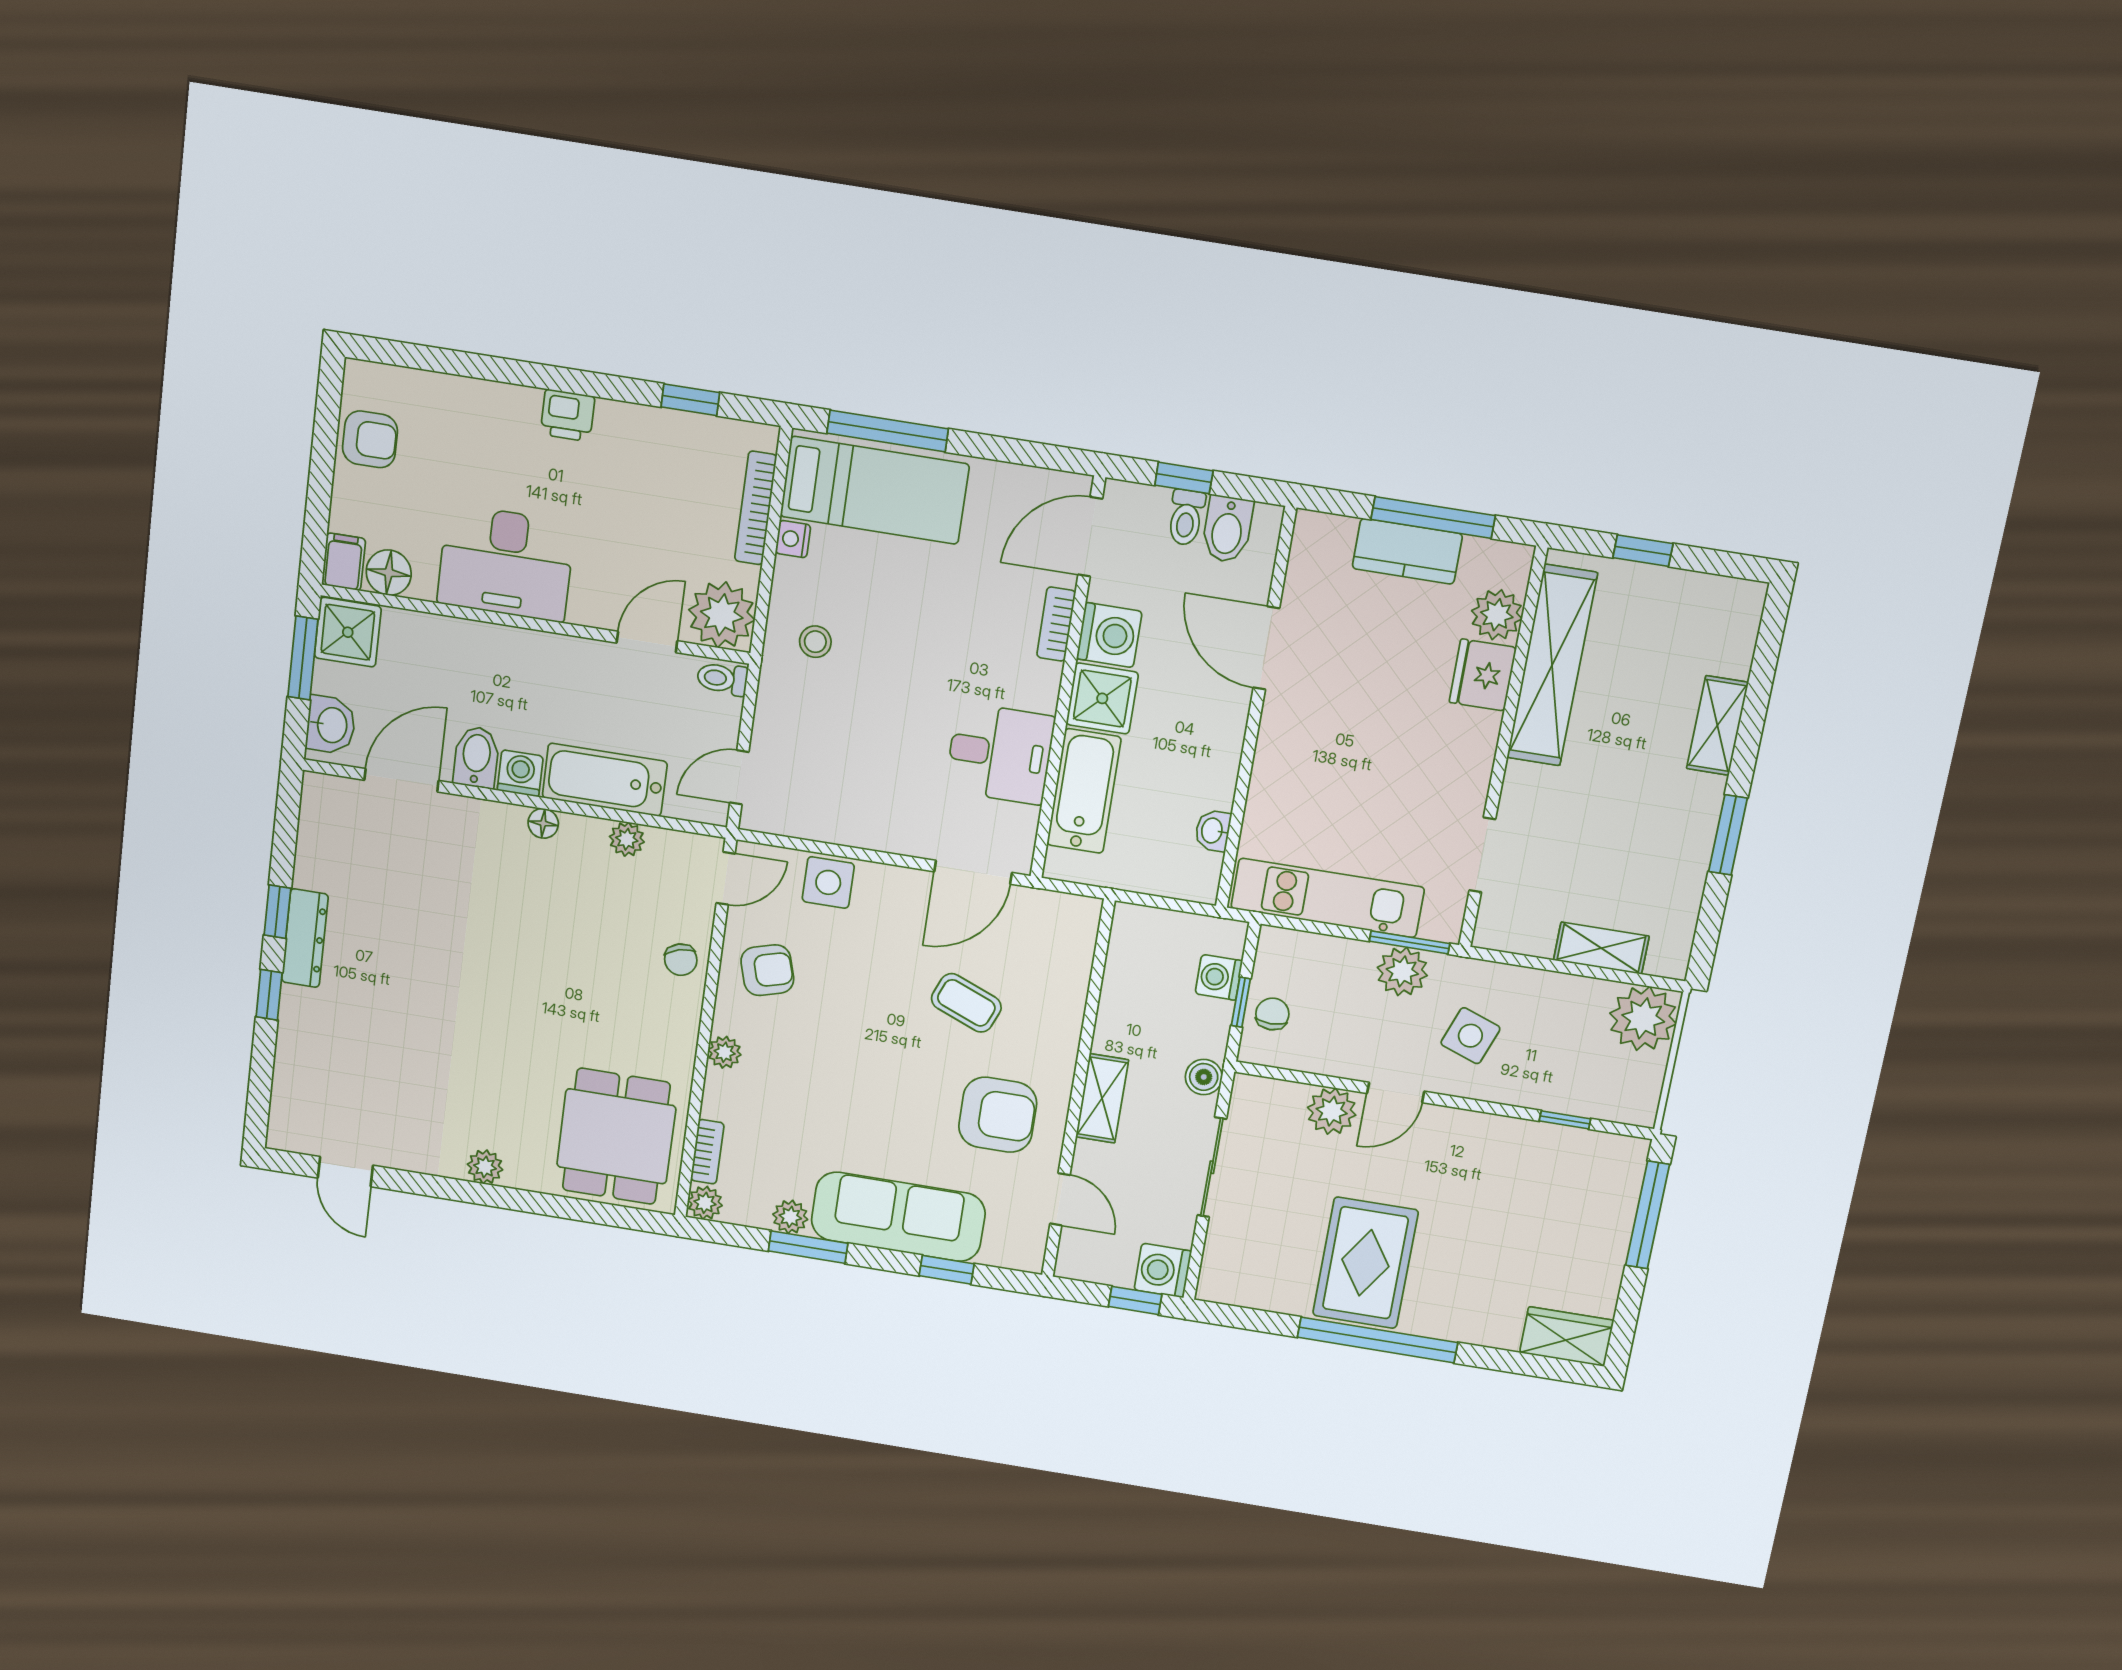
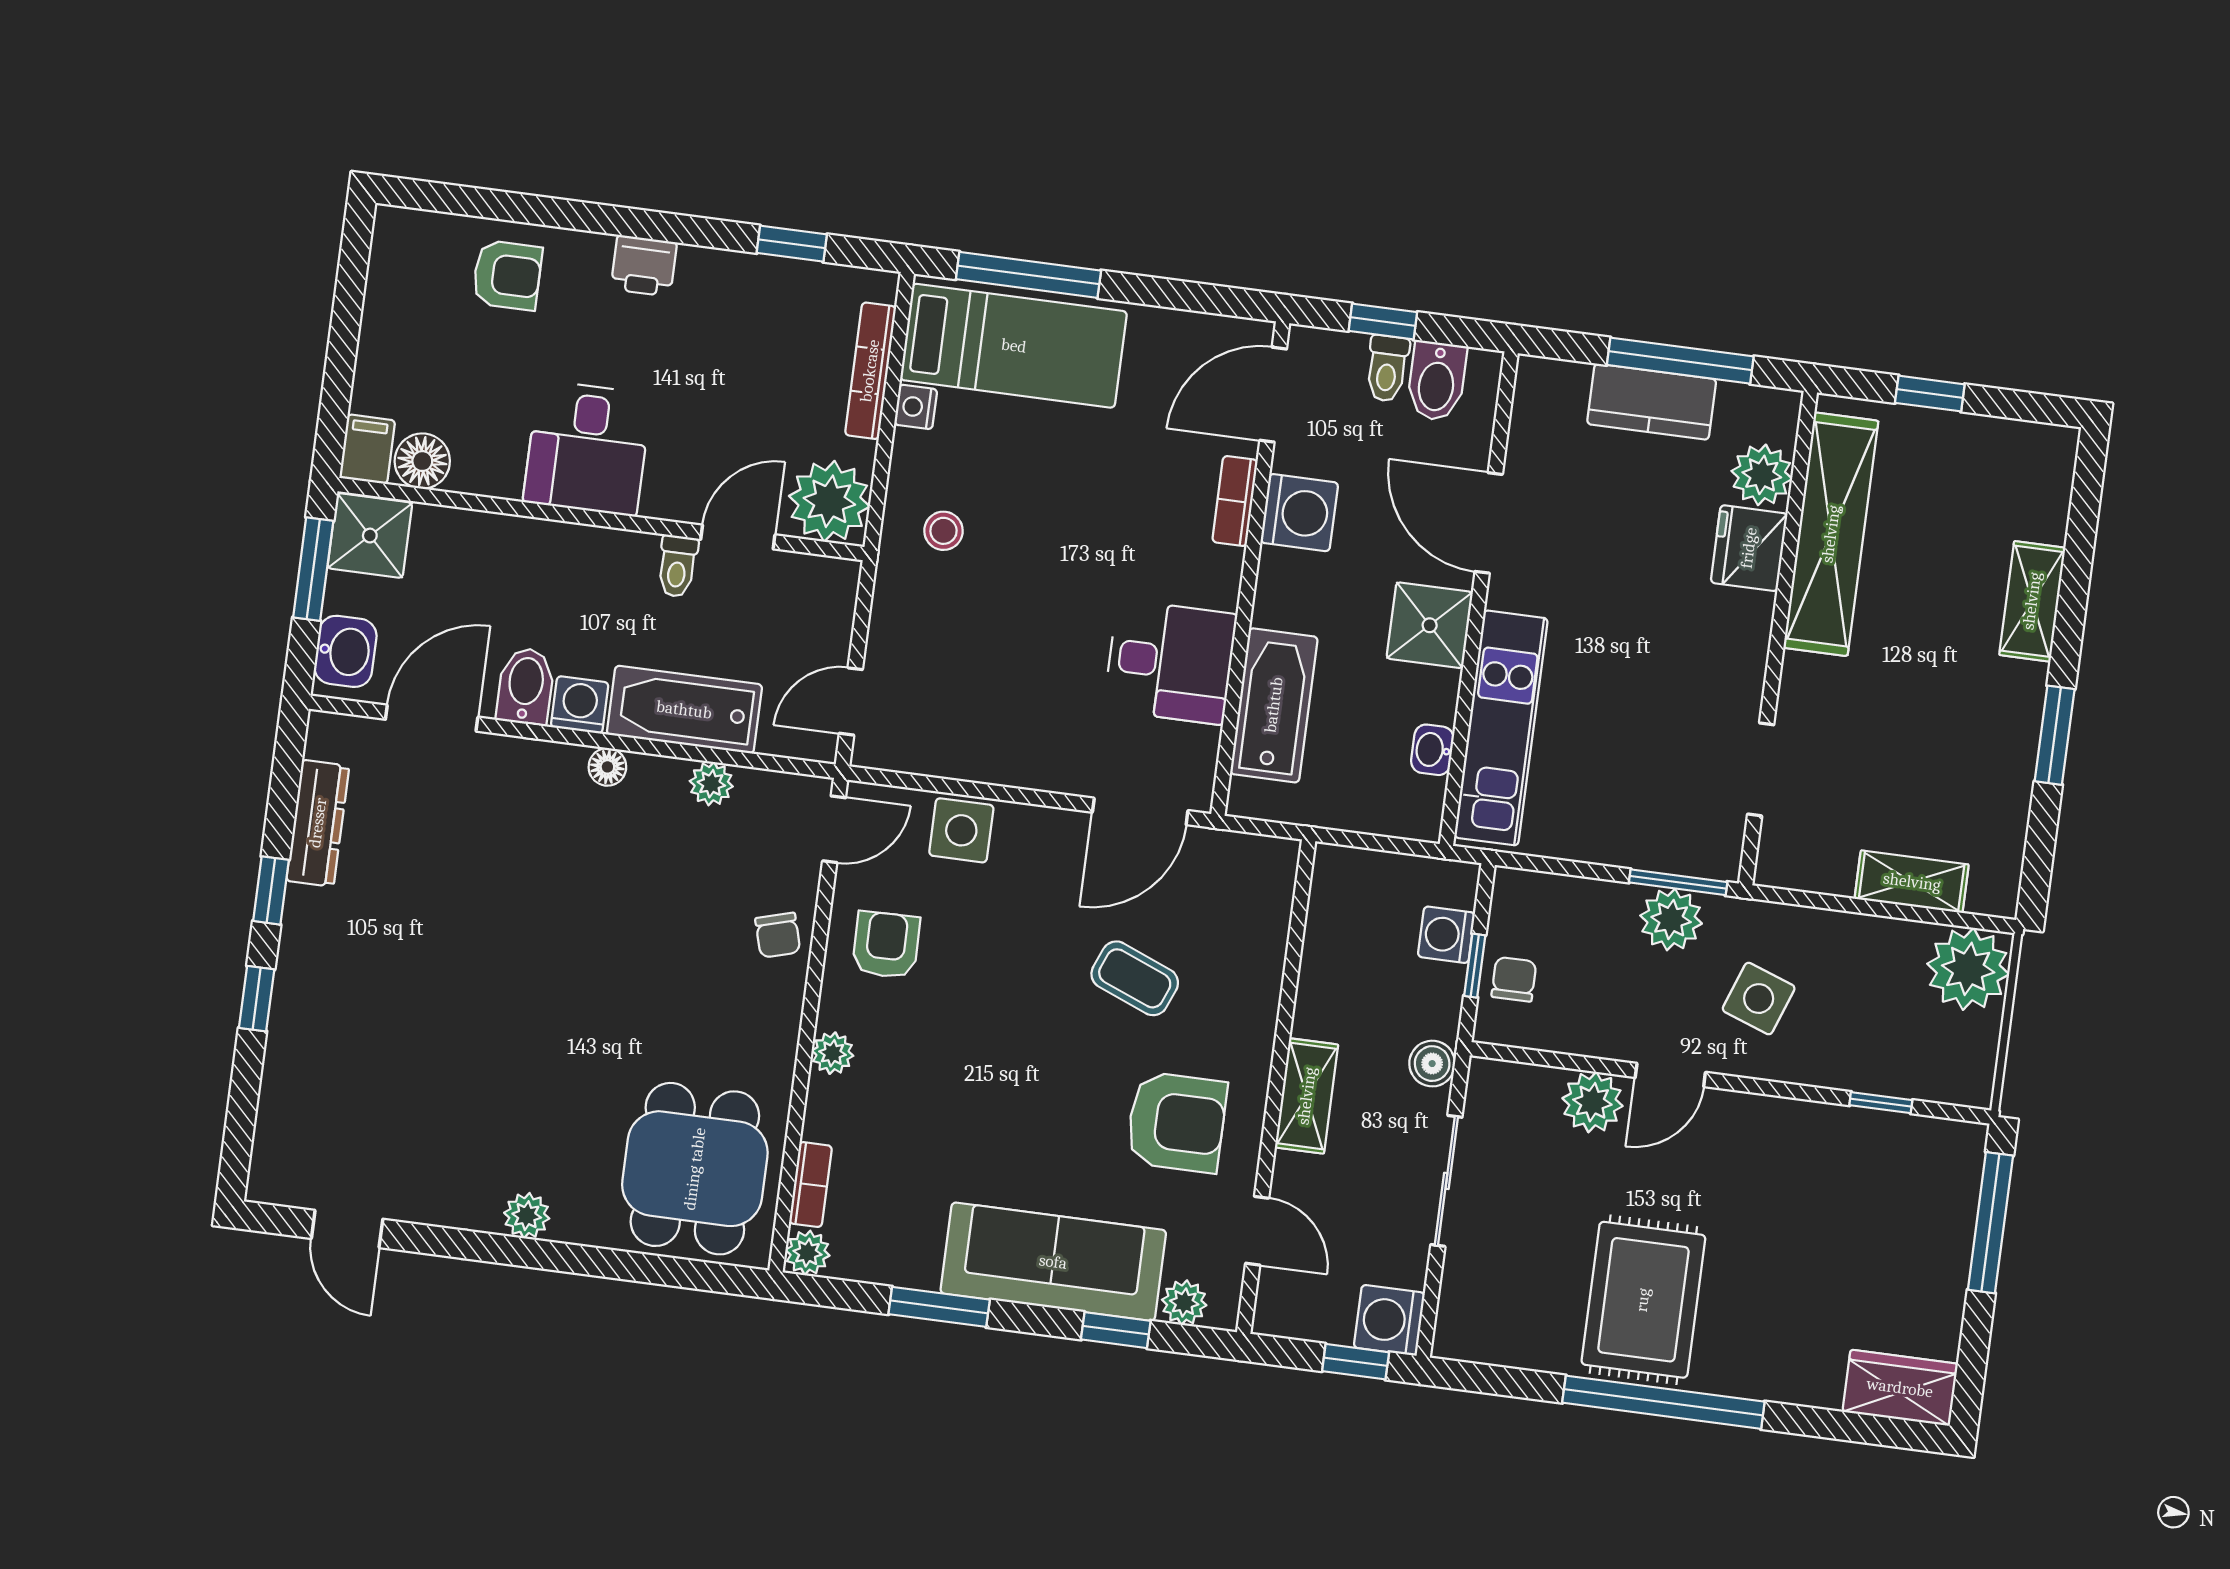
armchair: (370, 439) -> (507, 275), moved
desk: (506, 563) -> (587, 448), width x0.73
toilet: (722, 679) -> (677, 566), moved, turned -90
shower: (1102, 698) -> (1430, 625), moved
kitchen unit: (1328, 898) -> (1501, 728), moved, turned 90
dresser: (305, 938) -> (318, 823), moved
armchair: (767, 970) -> (886, 945), turned -75
plant: (790, 1217) -> (1184, 1303), moved

